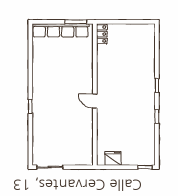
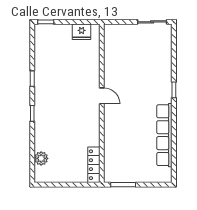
row of seats: (61, 30) -> (164, 135), moved, turned -90
locker: (102, 34) -> (94, 165), width x1.53
plant: (149, 45) -> (41, 158), added

